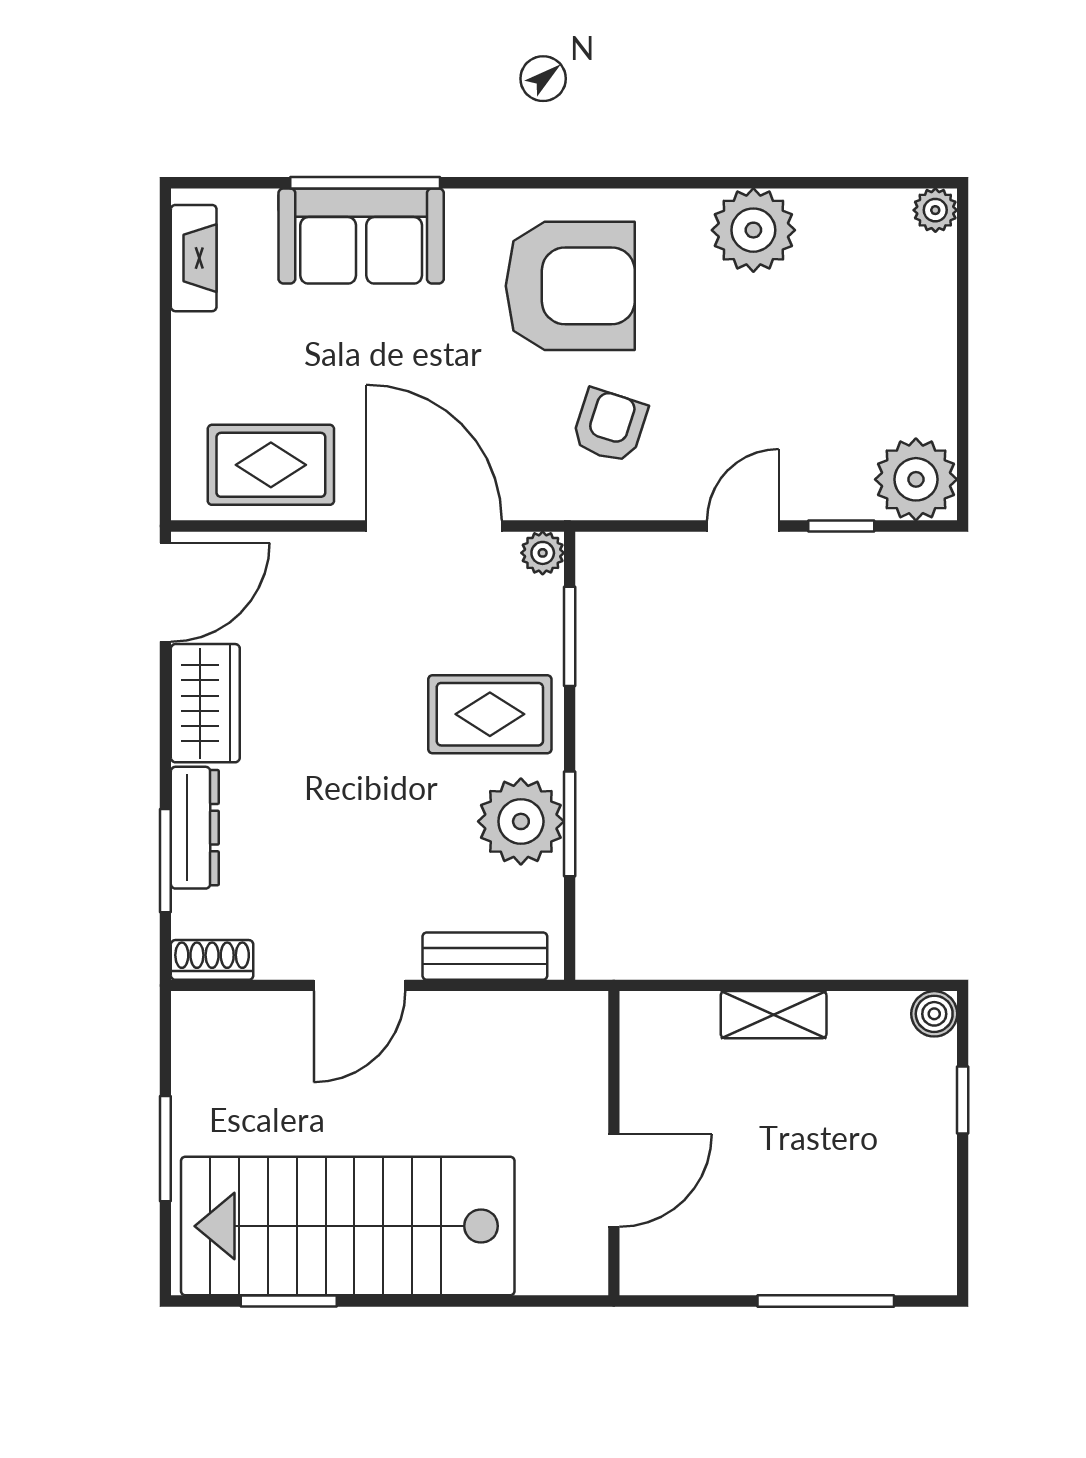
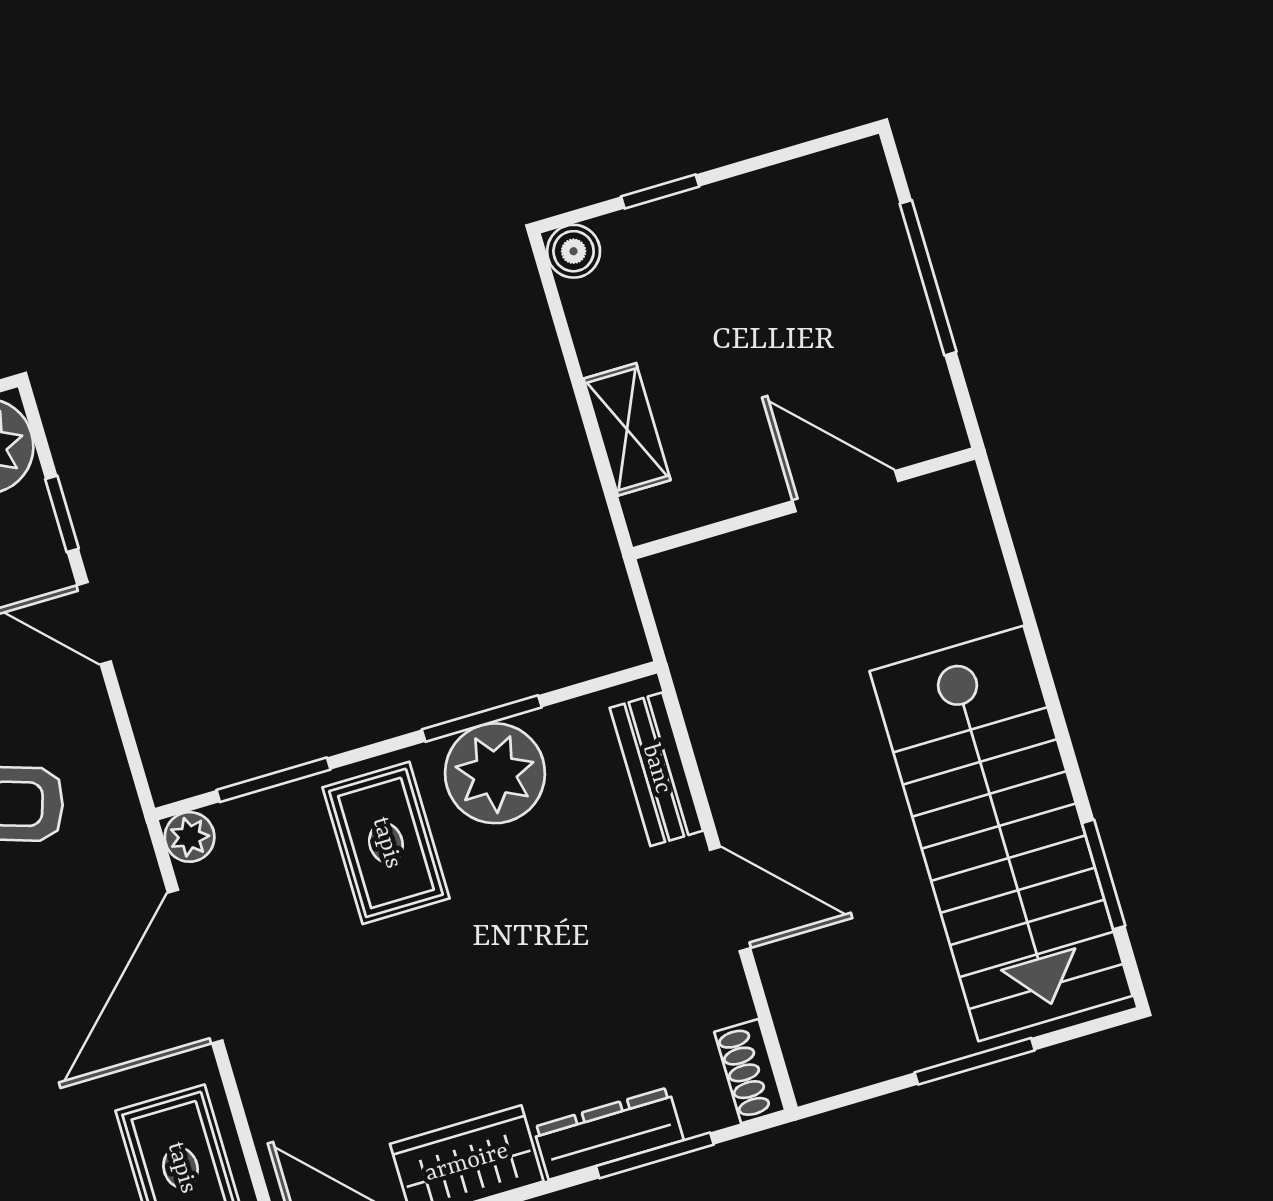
wall: (614, 1143) -> (804, 503), moved
door: (614, 1180) -> (845, 491), moved

